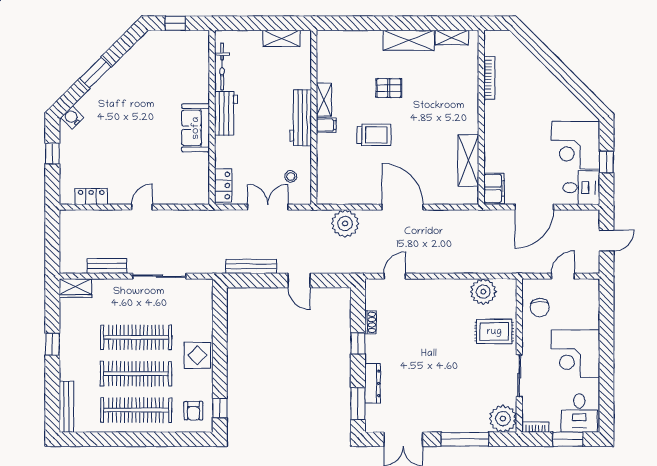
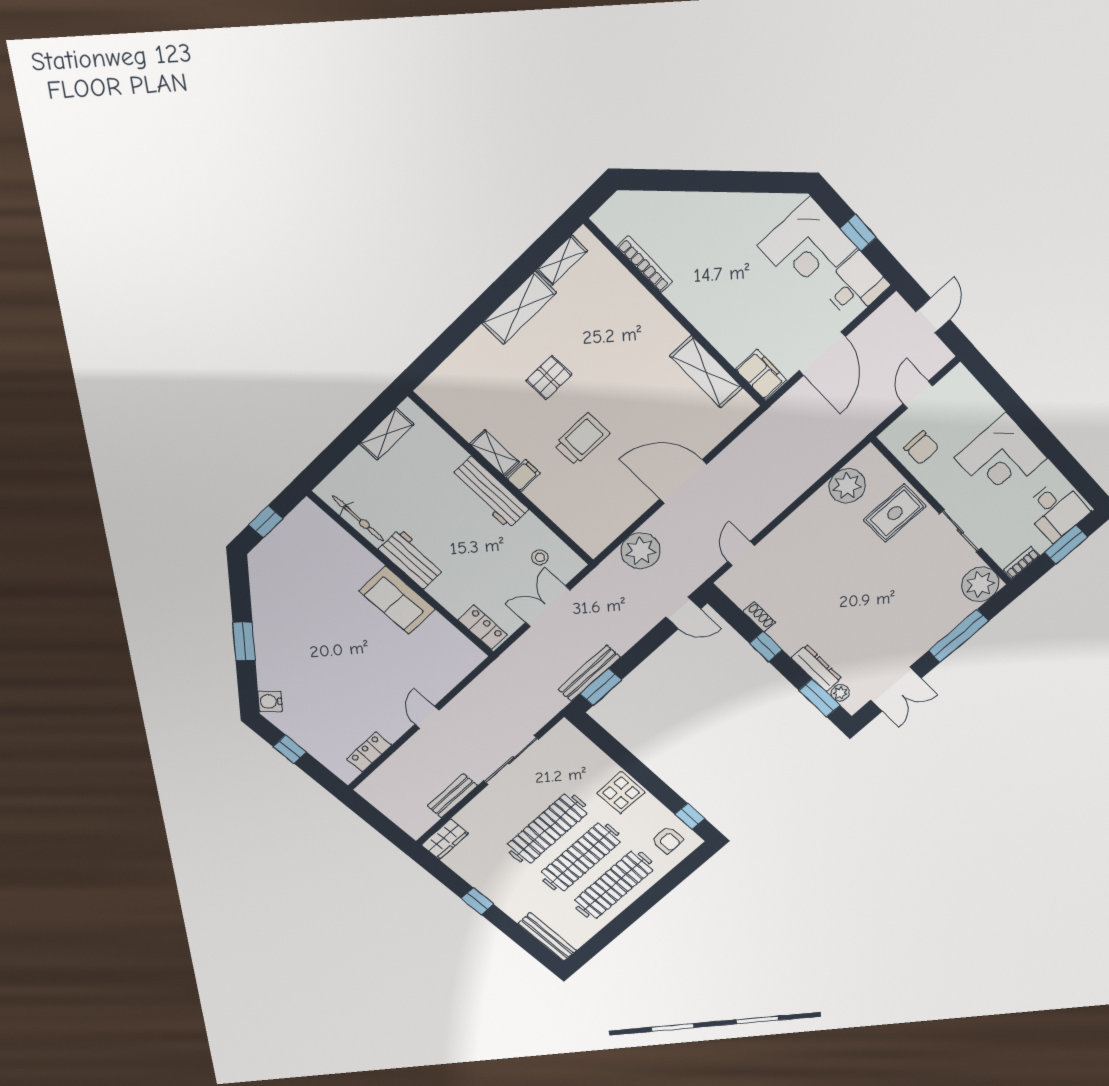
window: (249, 280) -> (601, 687), added
door: (299, 280) -> (683, 613), moved
plant: (372, 412) -> (840, 693), added

